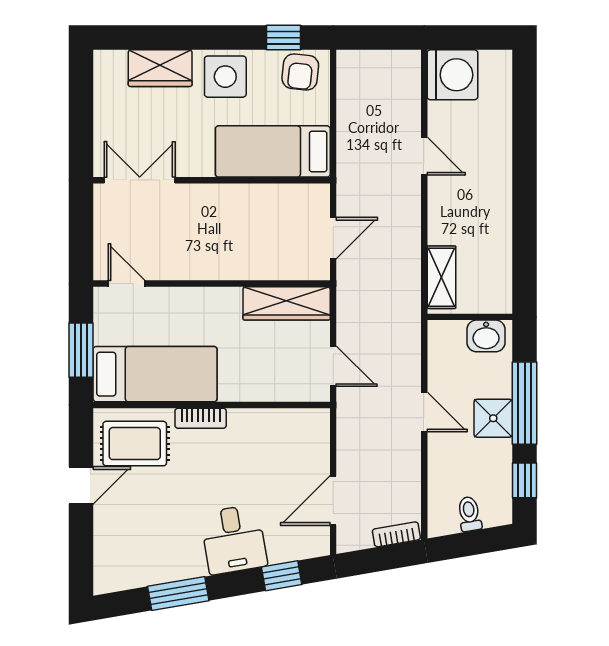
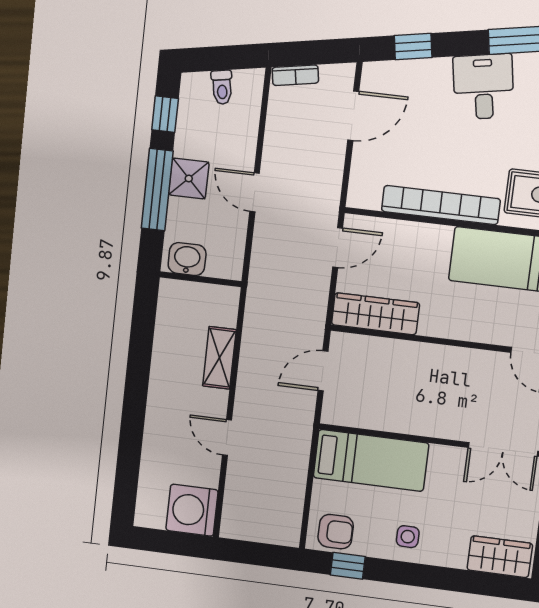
wardrobe: (160, 68) -> (500, 557), moved
armchair: (300, 72) -> (336, 532), turned 84
side table: (225, 77) -> (408, 537), width x0.54, depth x0.54
shelving: (441, 277) -> (219, 358), moved
door: (333, 366) -> (338, 248), swing flipped
bookcase: (201, 418) -> (441, 205), width x2.31, depth x1.31
desk: (234, 539) -> (483, 87), moved

